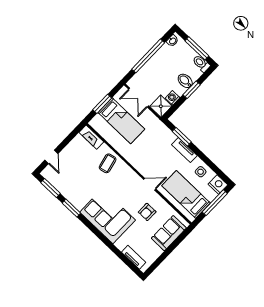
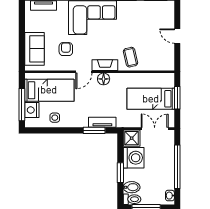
bidet: (185, 81) -> (132, 187), moved
washing machine: (173, 98) -> (134, 158), width x1.89, depth x1.89
fireplace: (91, 137) -> (105, 65), moved
tv unit: (184, 150) -> (102, 122), moved
door: (51, 157) -> (177, 36), moved
floor lamp: (141, 166) -> (104, 79), added
nightstand: (218, 184) -> (32, 110), moved, turned 90

